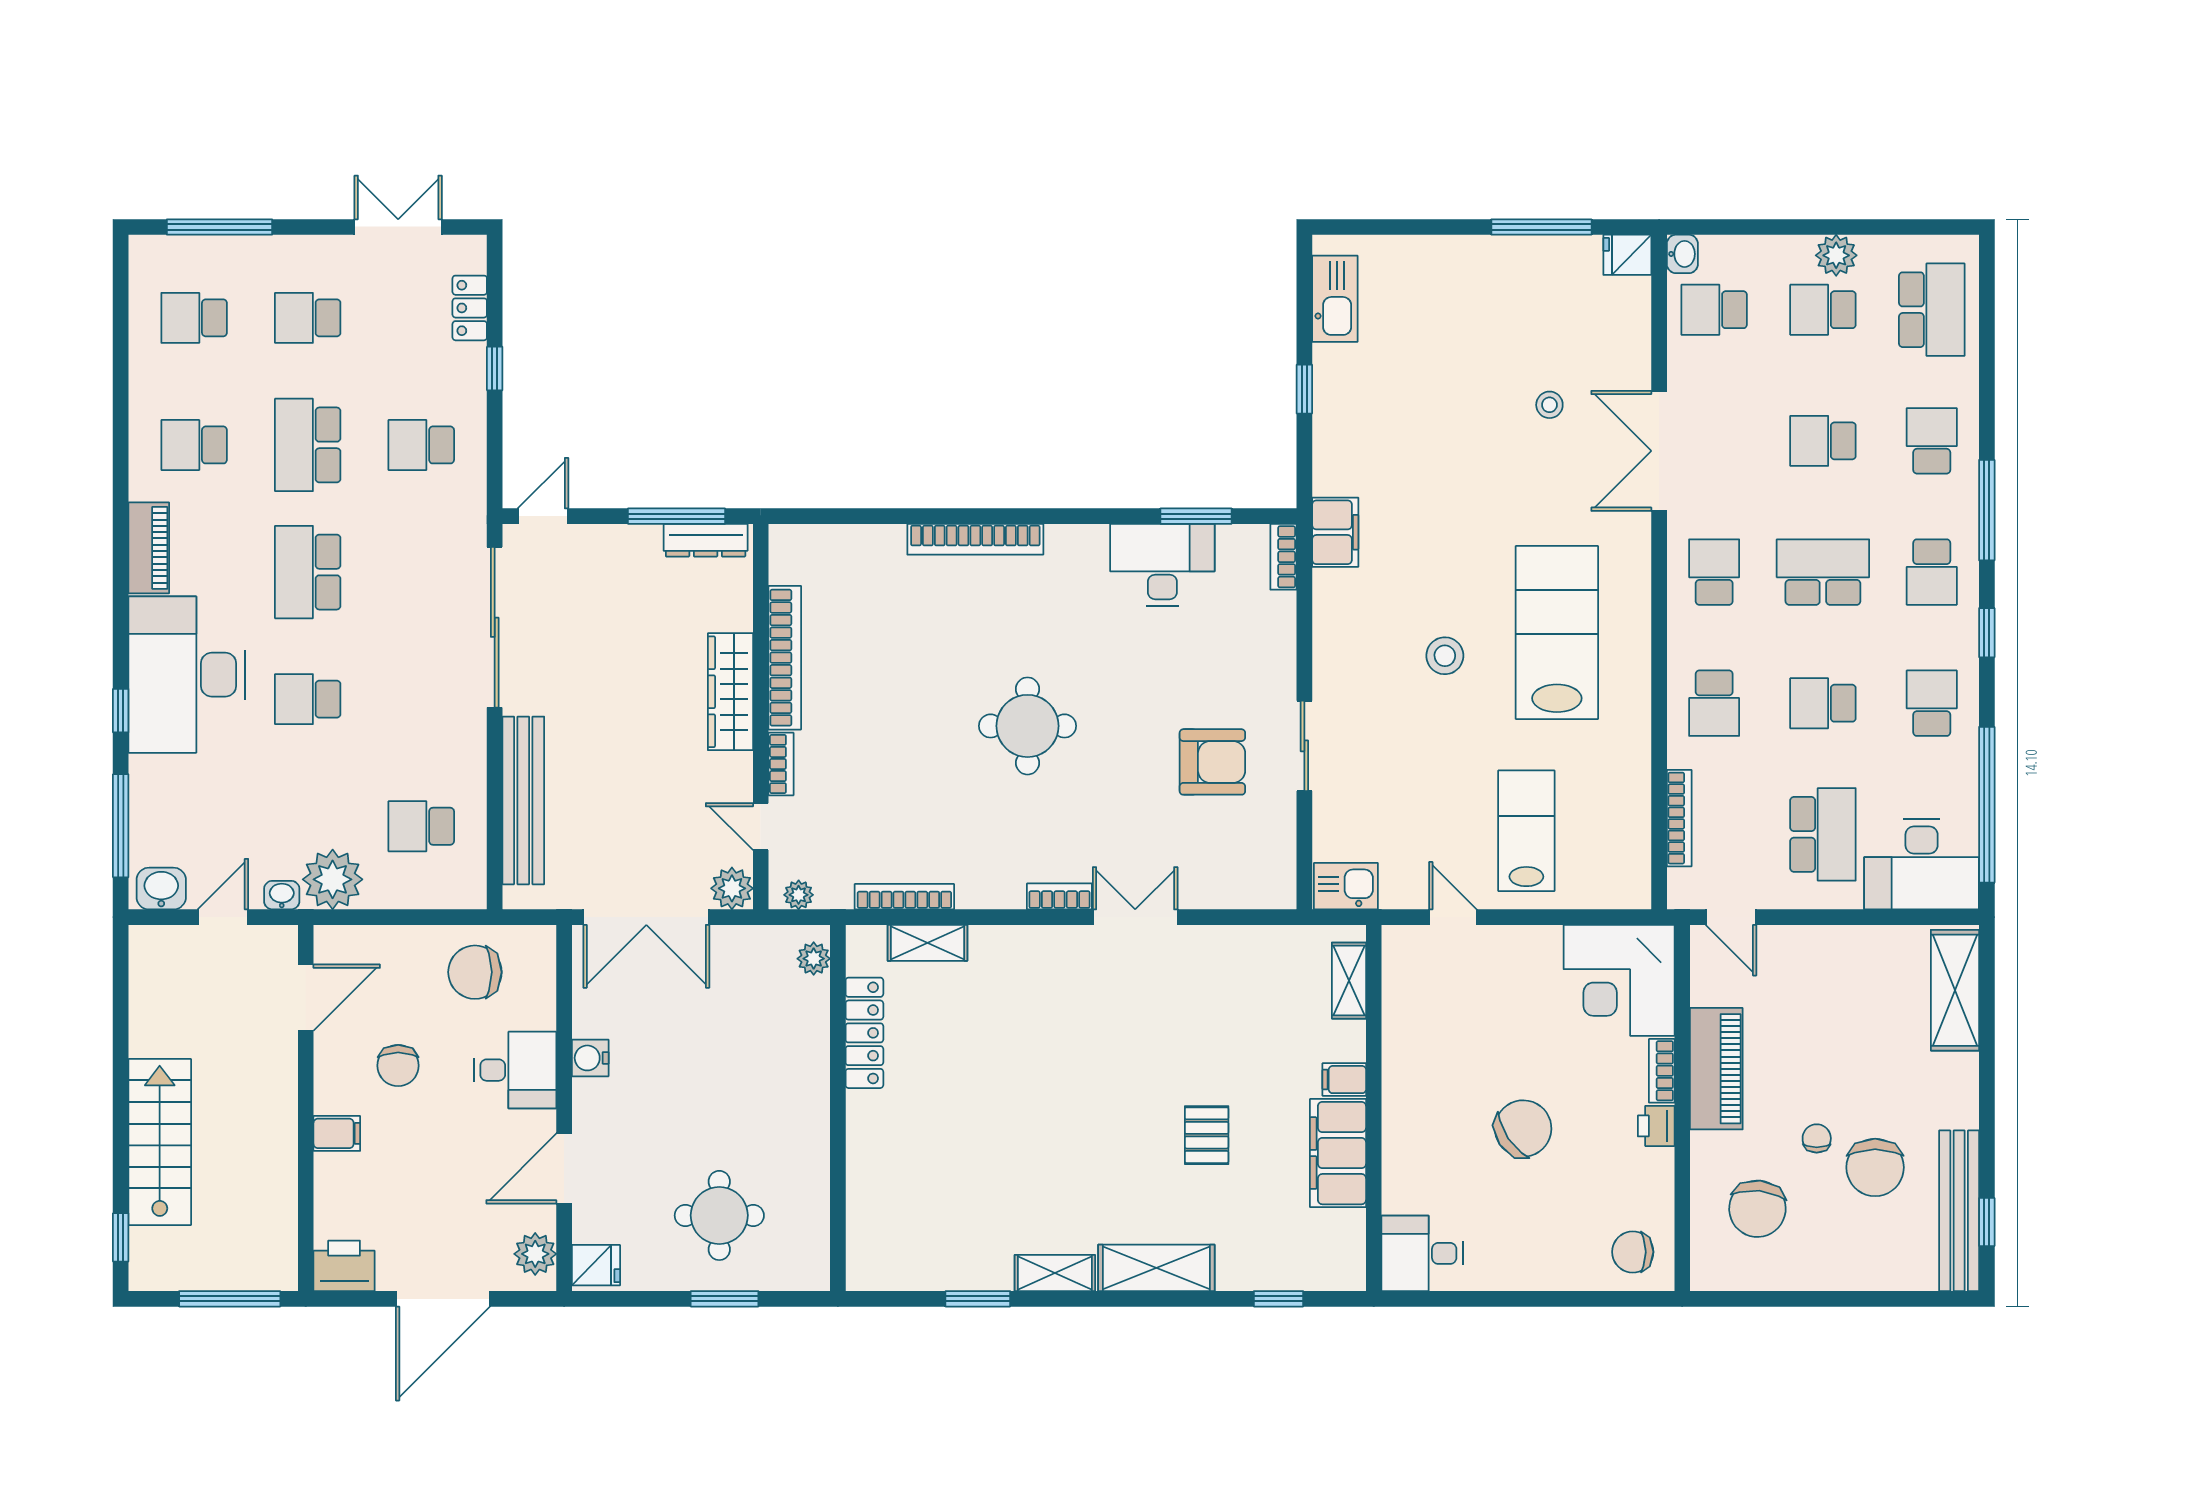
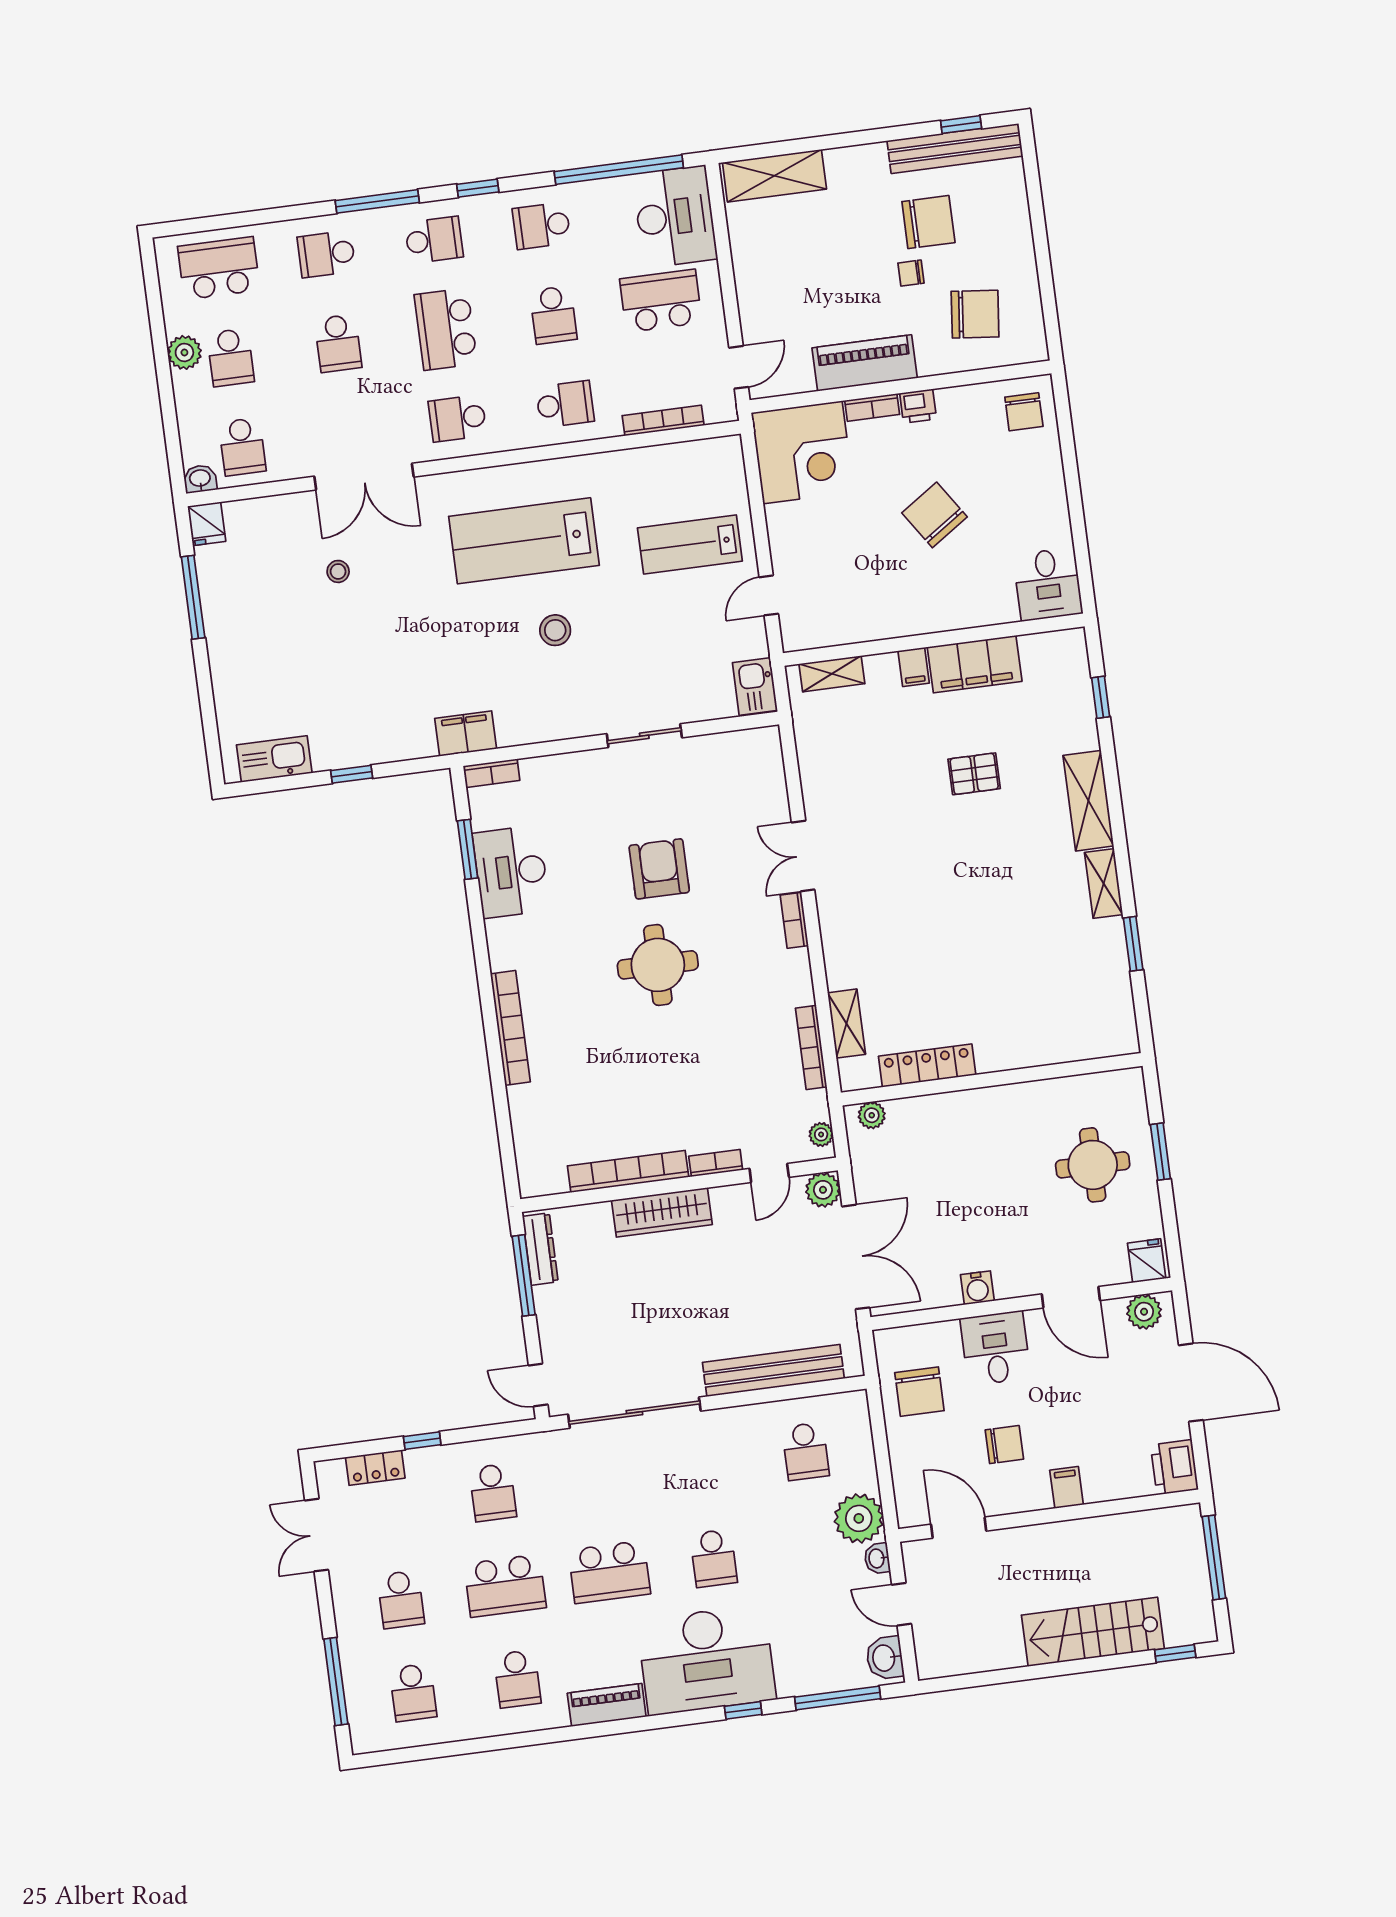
armchair: (1212, 762) -> (659, 869), moved

